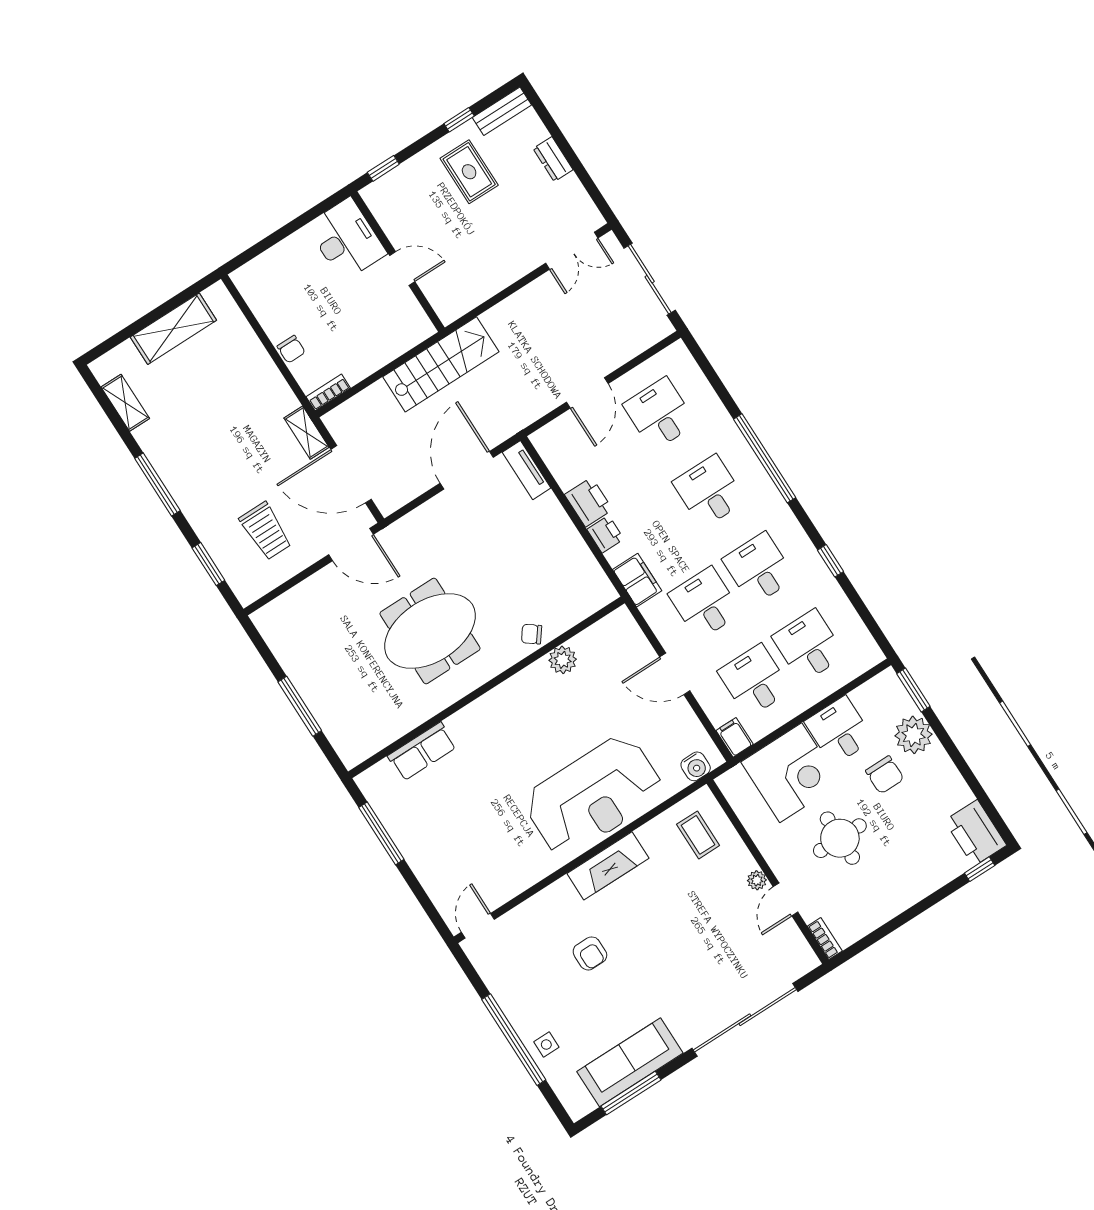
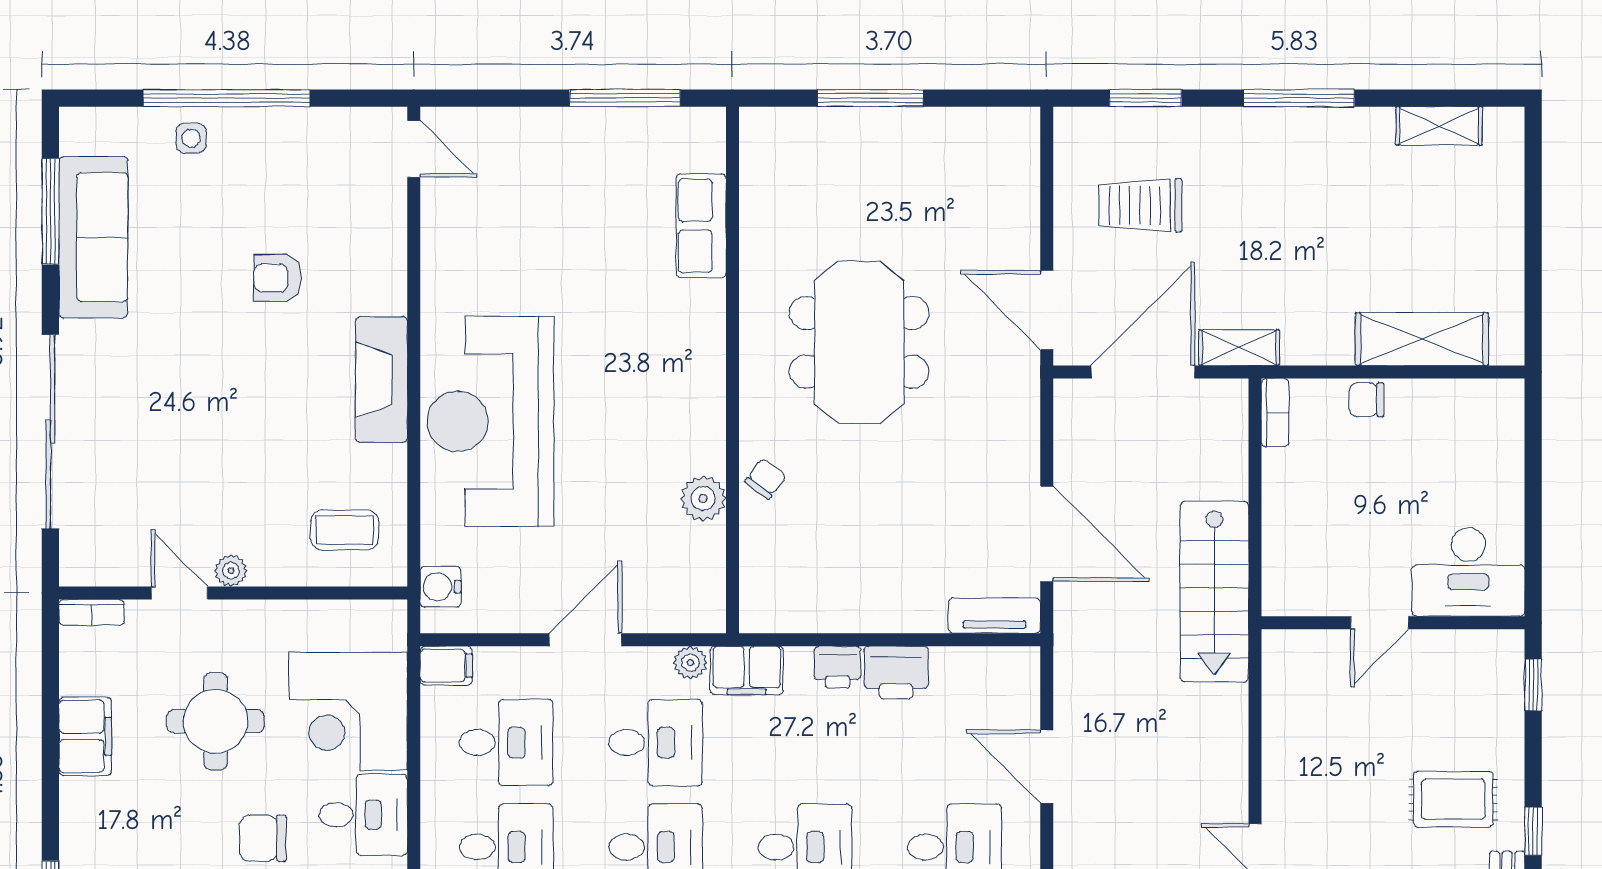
shelving: (173, 329) -> (1422, 339), moved, turned 90
door: (351, 545) -> (1047, 310), hinge flipped
plant: (652, 612) -> (690, 663), added
filing cabinet: (891, 901) -> (85, 736), added

